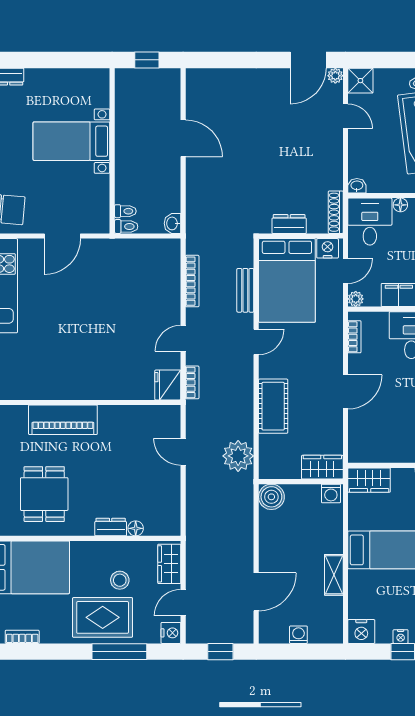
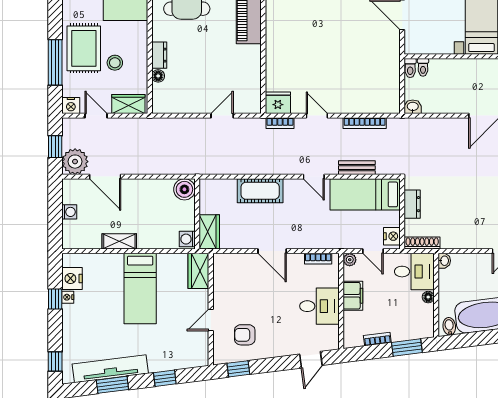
bed: (287, 280) -> (365, 194), width x0.67
plant: (238, 456) -> (75, 162), moved
nightstand: (361, 631) -> (72, 279), moved

